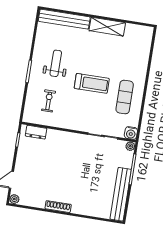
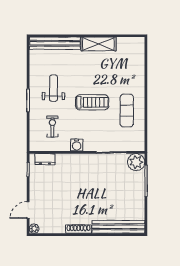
water cooler: (131, 133) -> (77, 145), moved
plant: (130, 146) -> (136, 162), width x1.87, depth x1.87
bench: (121, 194) -> (118, 227), moved, turned 90

